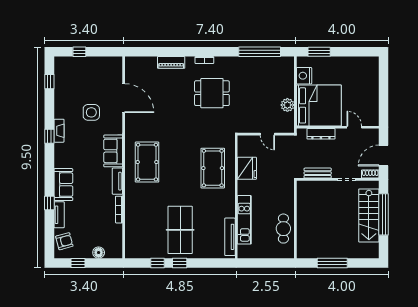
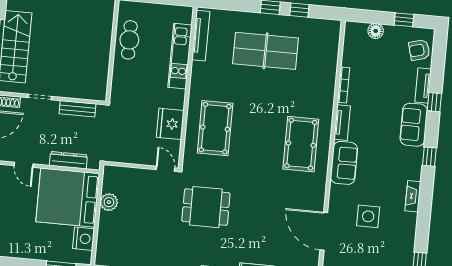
dining table: (212, 93) -> (206, 207), moved
door: (267, 134) -> (165, 169), moved
window: (49, 136) -> (429, 157), moved
table tennis table: (180, 230) -> (266, 51), turned 90

